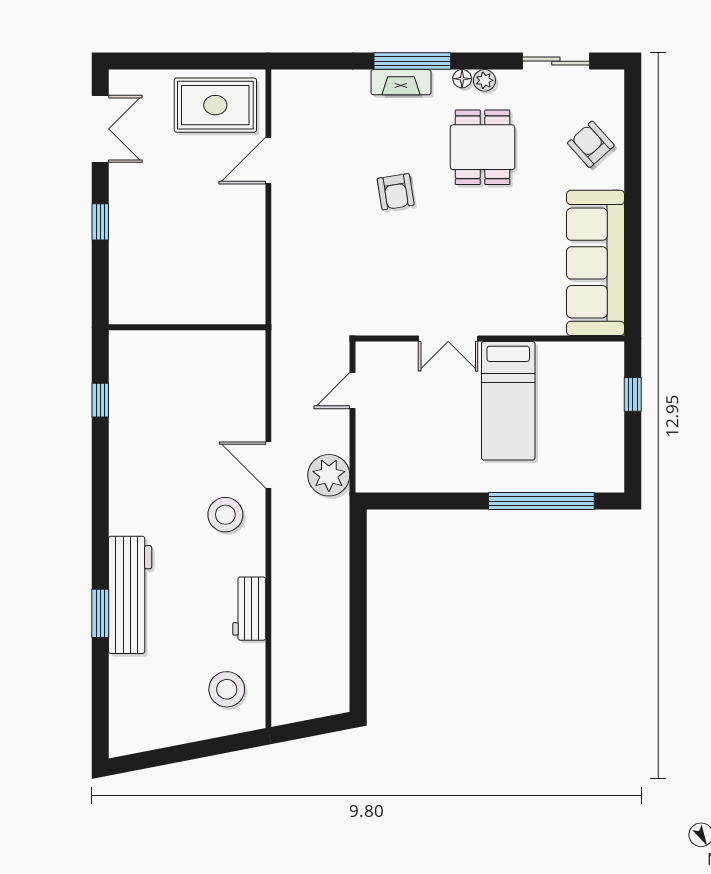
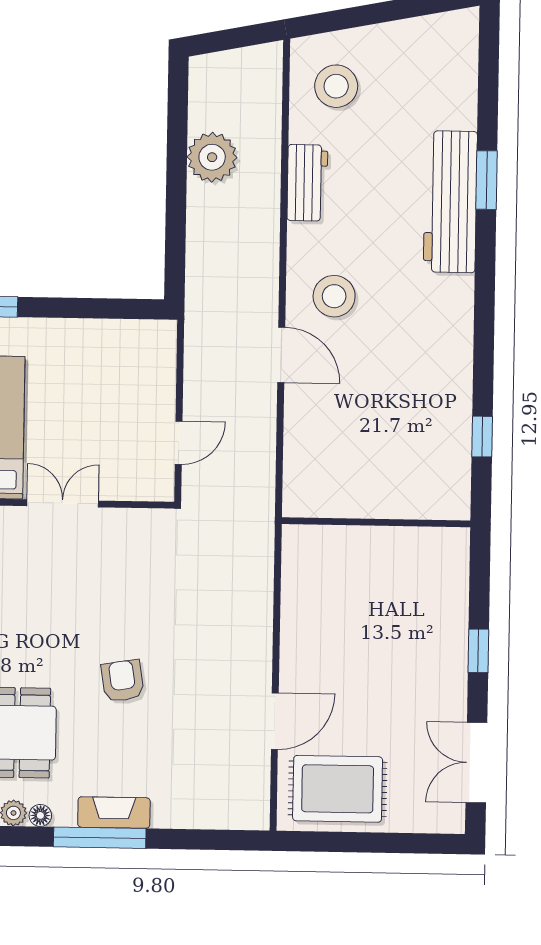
plant: (329, 475) -> (212, 157), moved

